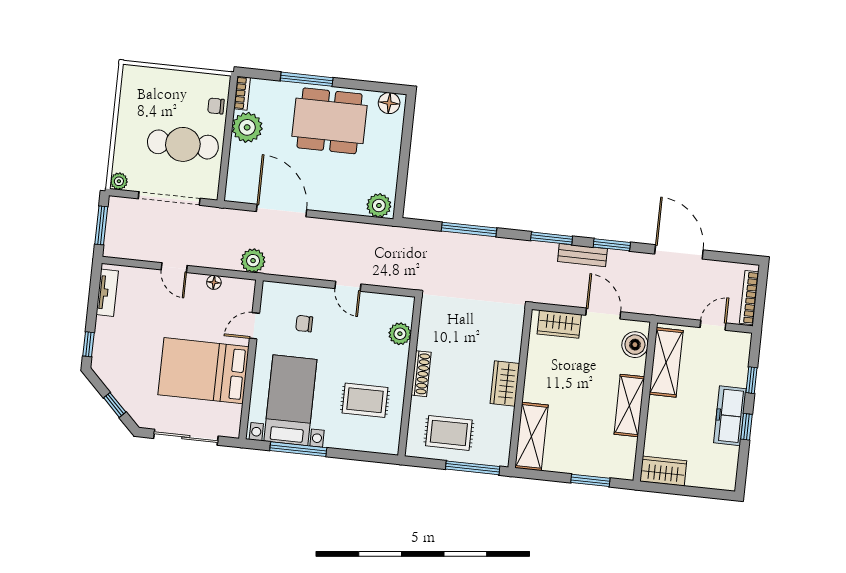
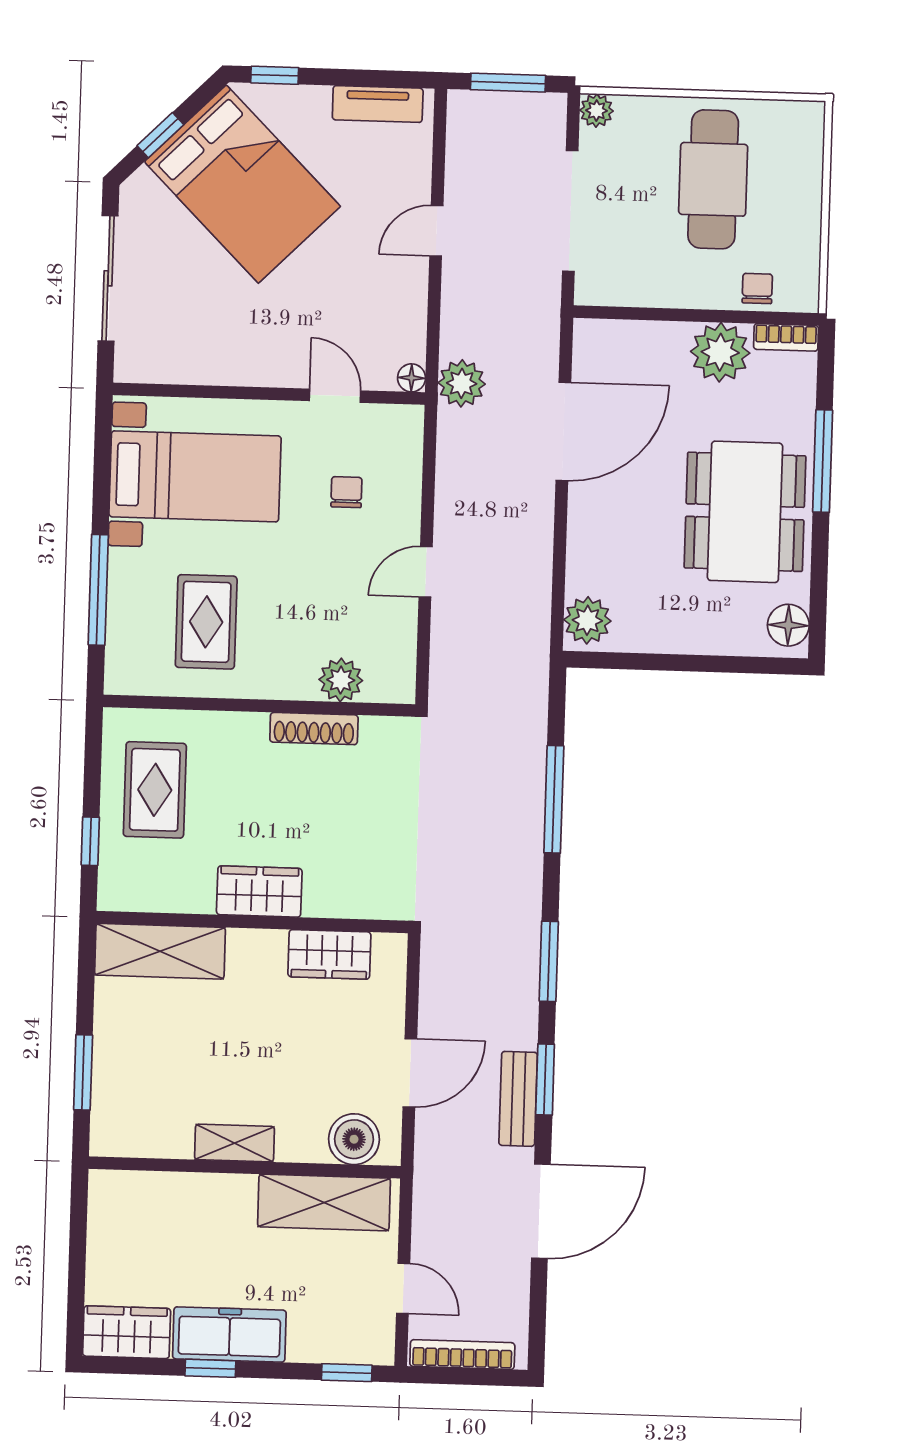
cafe table: (183, 144) -> (713, 179), moved
bench: (582, 255) -> (518, 1099), moved
floor lamp: (214, 282) -> (412, 378), moved
wardrobe: (559, 324) -> (329, 954), moved, turned -90
bed: (204, 371) -> (242, 184), moved, turned 135
shoe rack: (421, 374) -> (314, 729), moved
window: (751, 380) -> (347, 1373), moved
shelving: (629, 405) -> (234, 1143), width x0.67, depth x0.75
window: (298, 449) -> (98, 590), moved
window: (473, 468) -> (90, 841), width x0.46
wardrobe: (663, 471) -> (127, 1332), moved, turned -90

